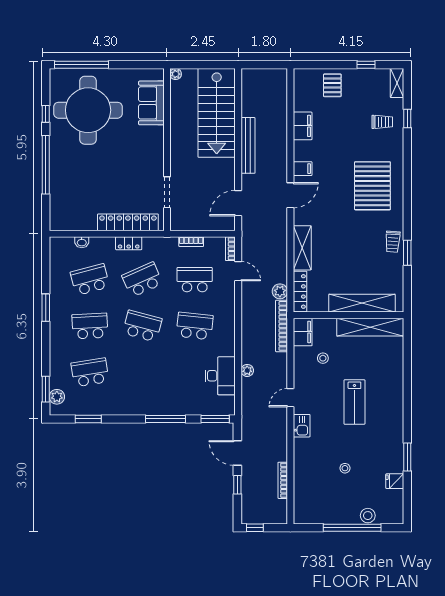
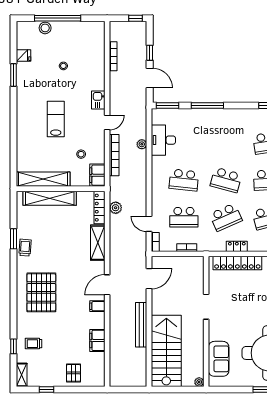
doorway: (167, 192) -> (206, 307), moved
bookcase: (282, 326) -> (114, 155), moved

